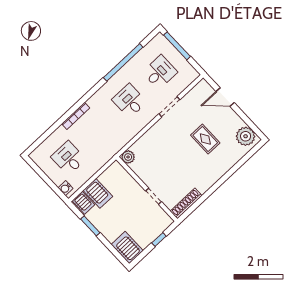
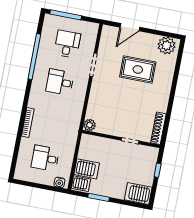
rug: (205, 139) -> (138, 69), width x1.36, depth x1.43

